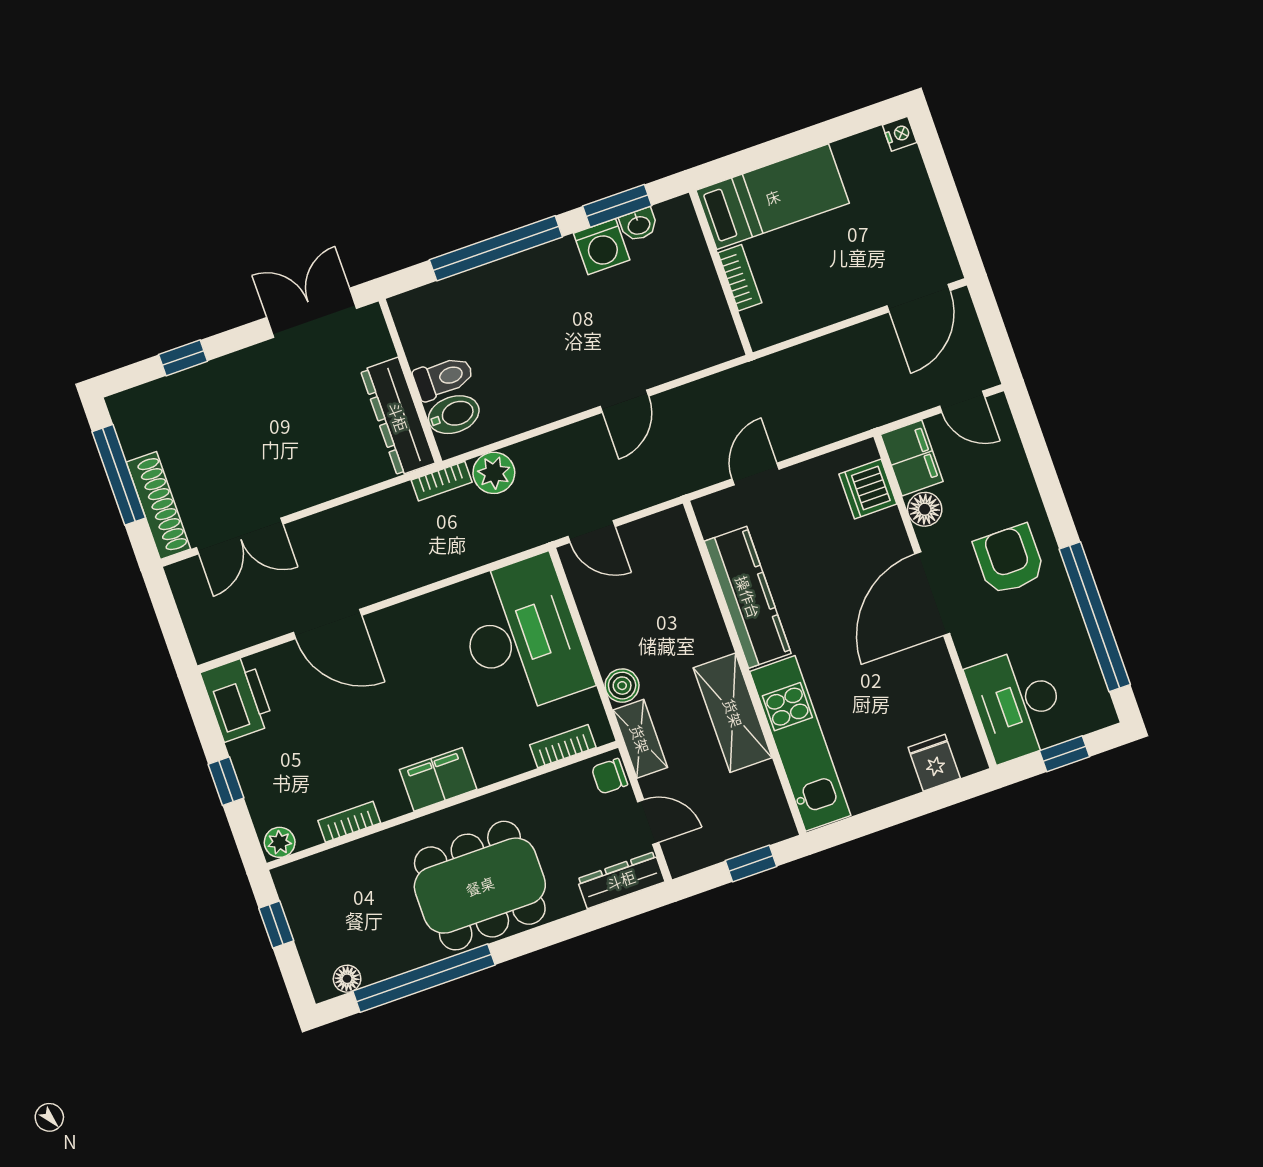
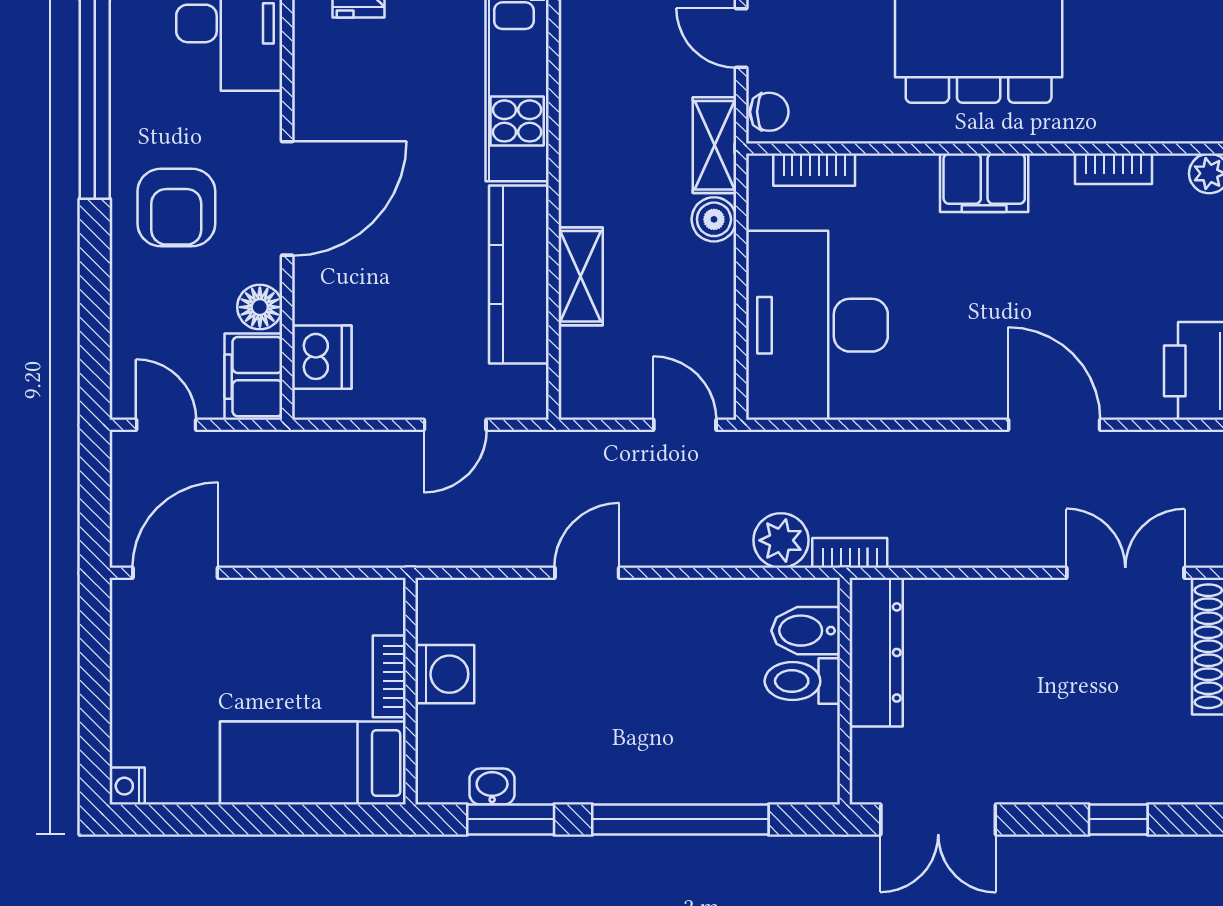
washing machine: (602, 247) -> (445, 674), moved, turned 90
shelving: (733, 713) -> (581, 276), moved, width x0.67, depth x0.75

